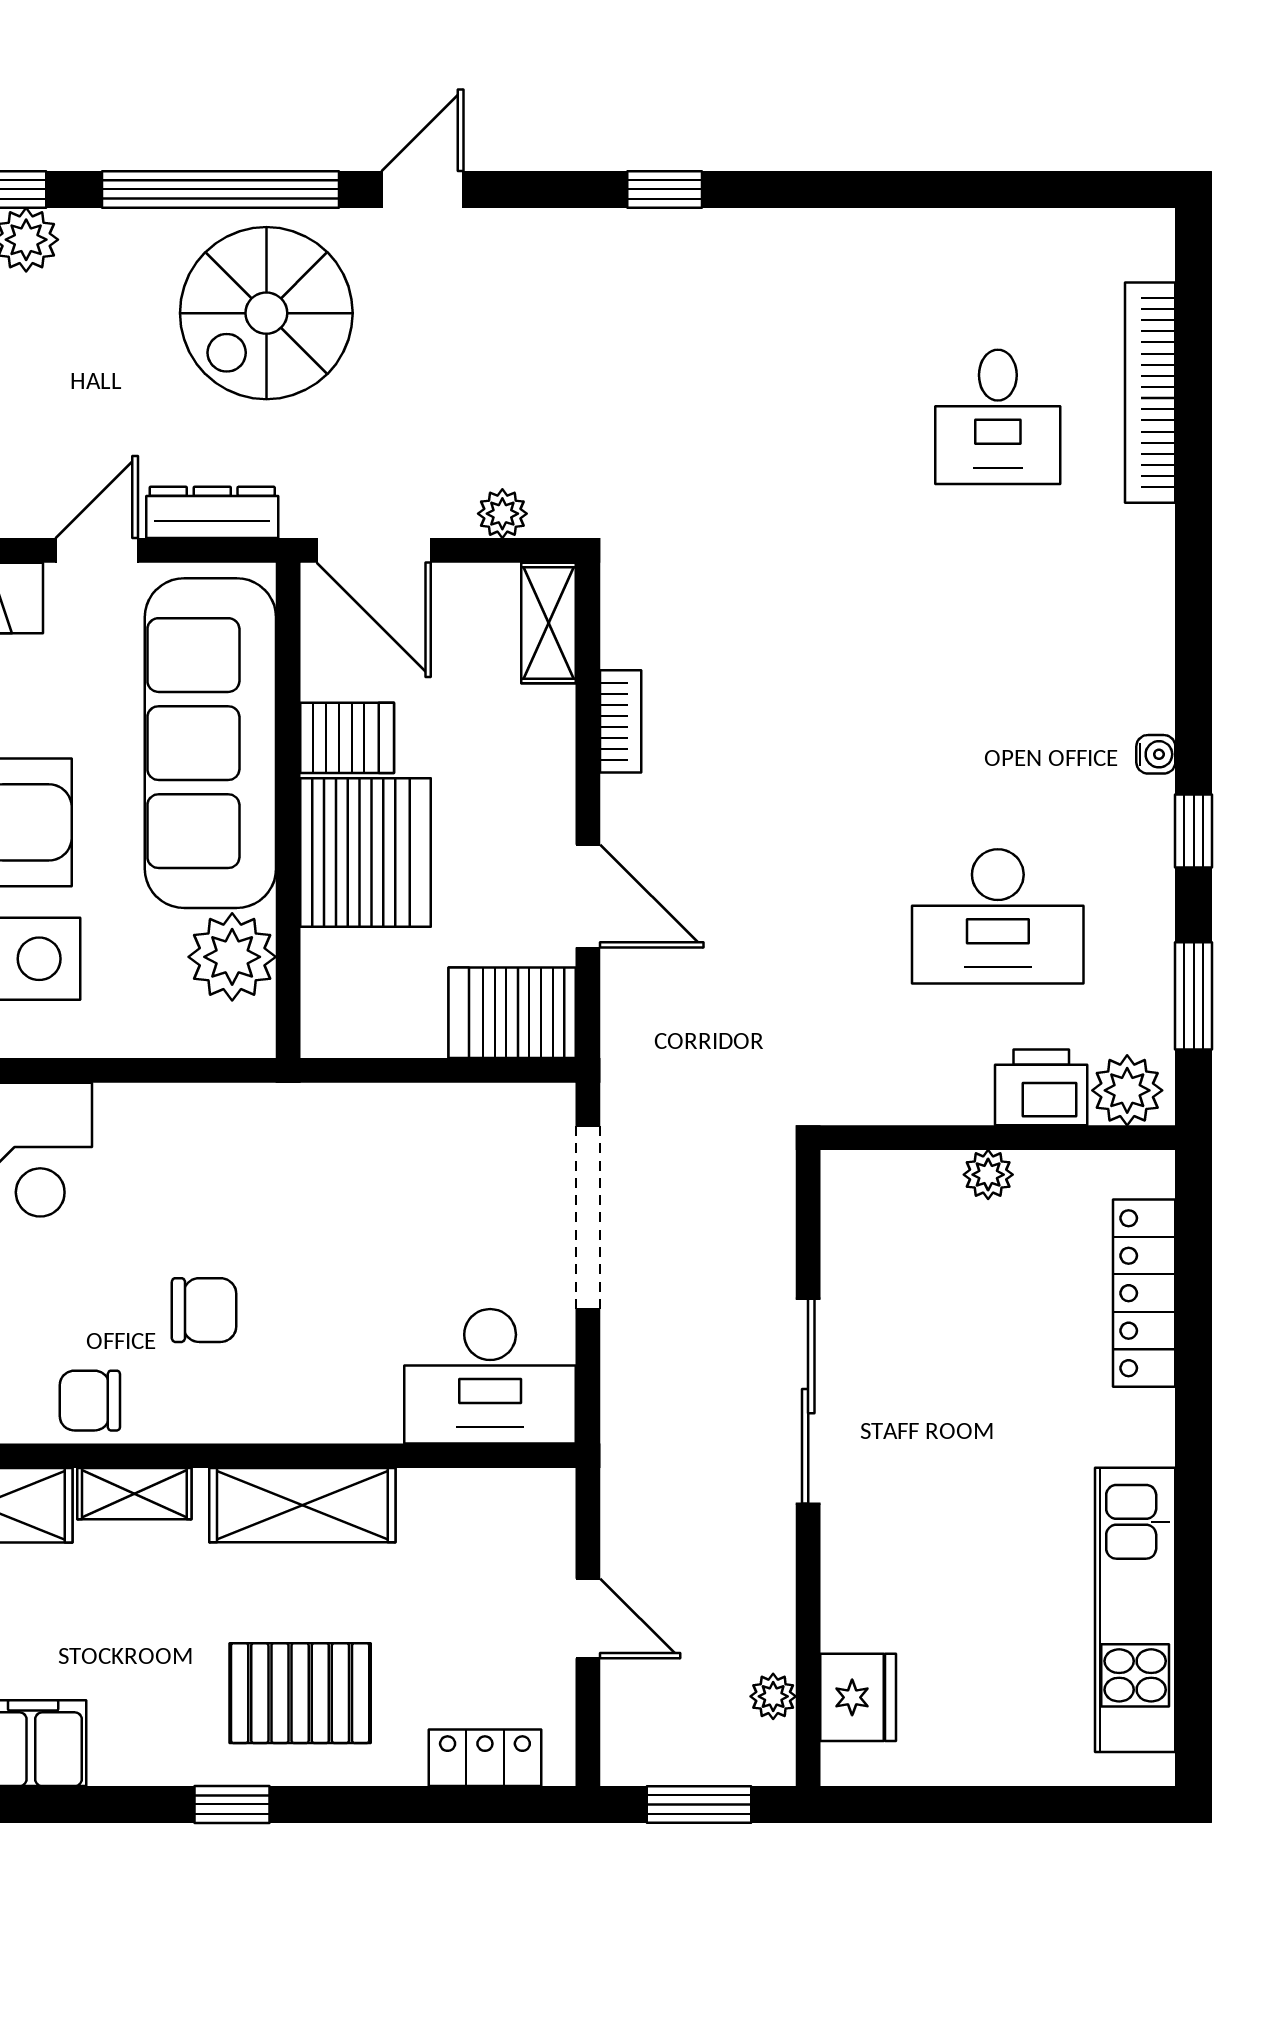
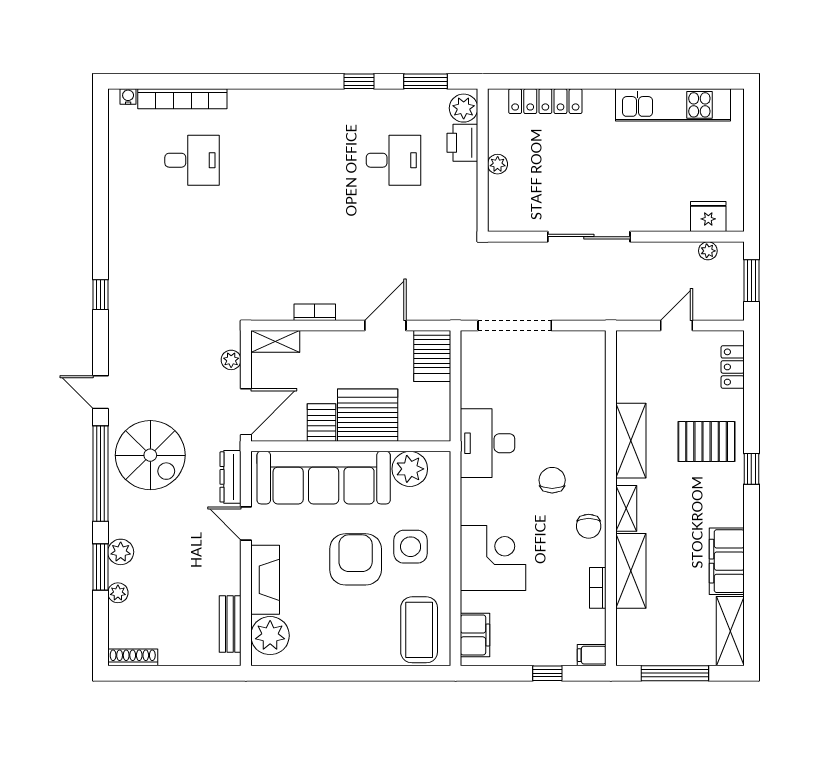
water cooler: (1156, 754) -> (128, 97), moved
desk: (998, 916) -> (393, 160), width x0.73
desk: (490, 1376) -> (488, 443), moved, turned 180
pallet: (300, 1693) -> (707, 441), turned 90

